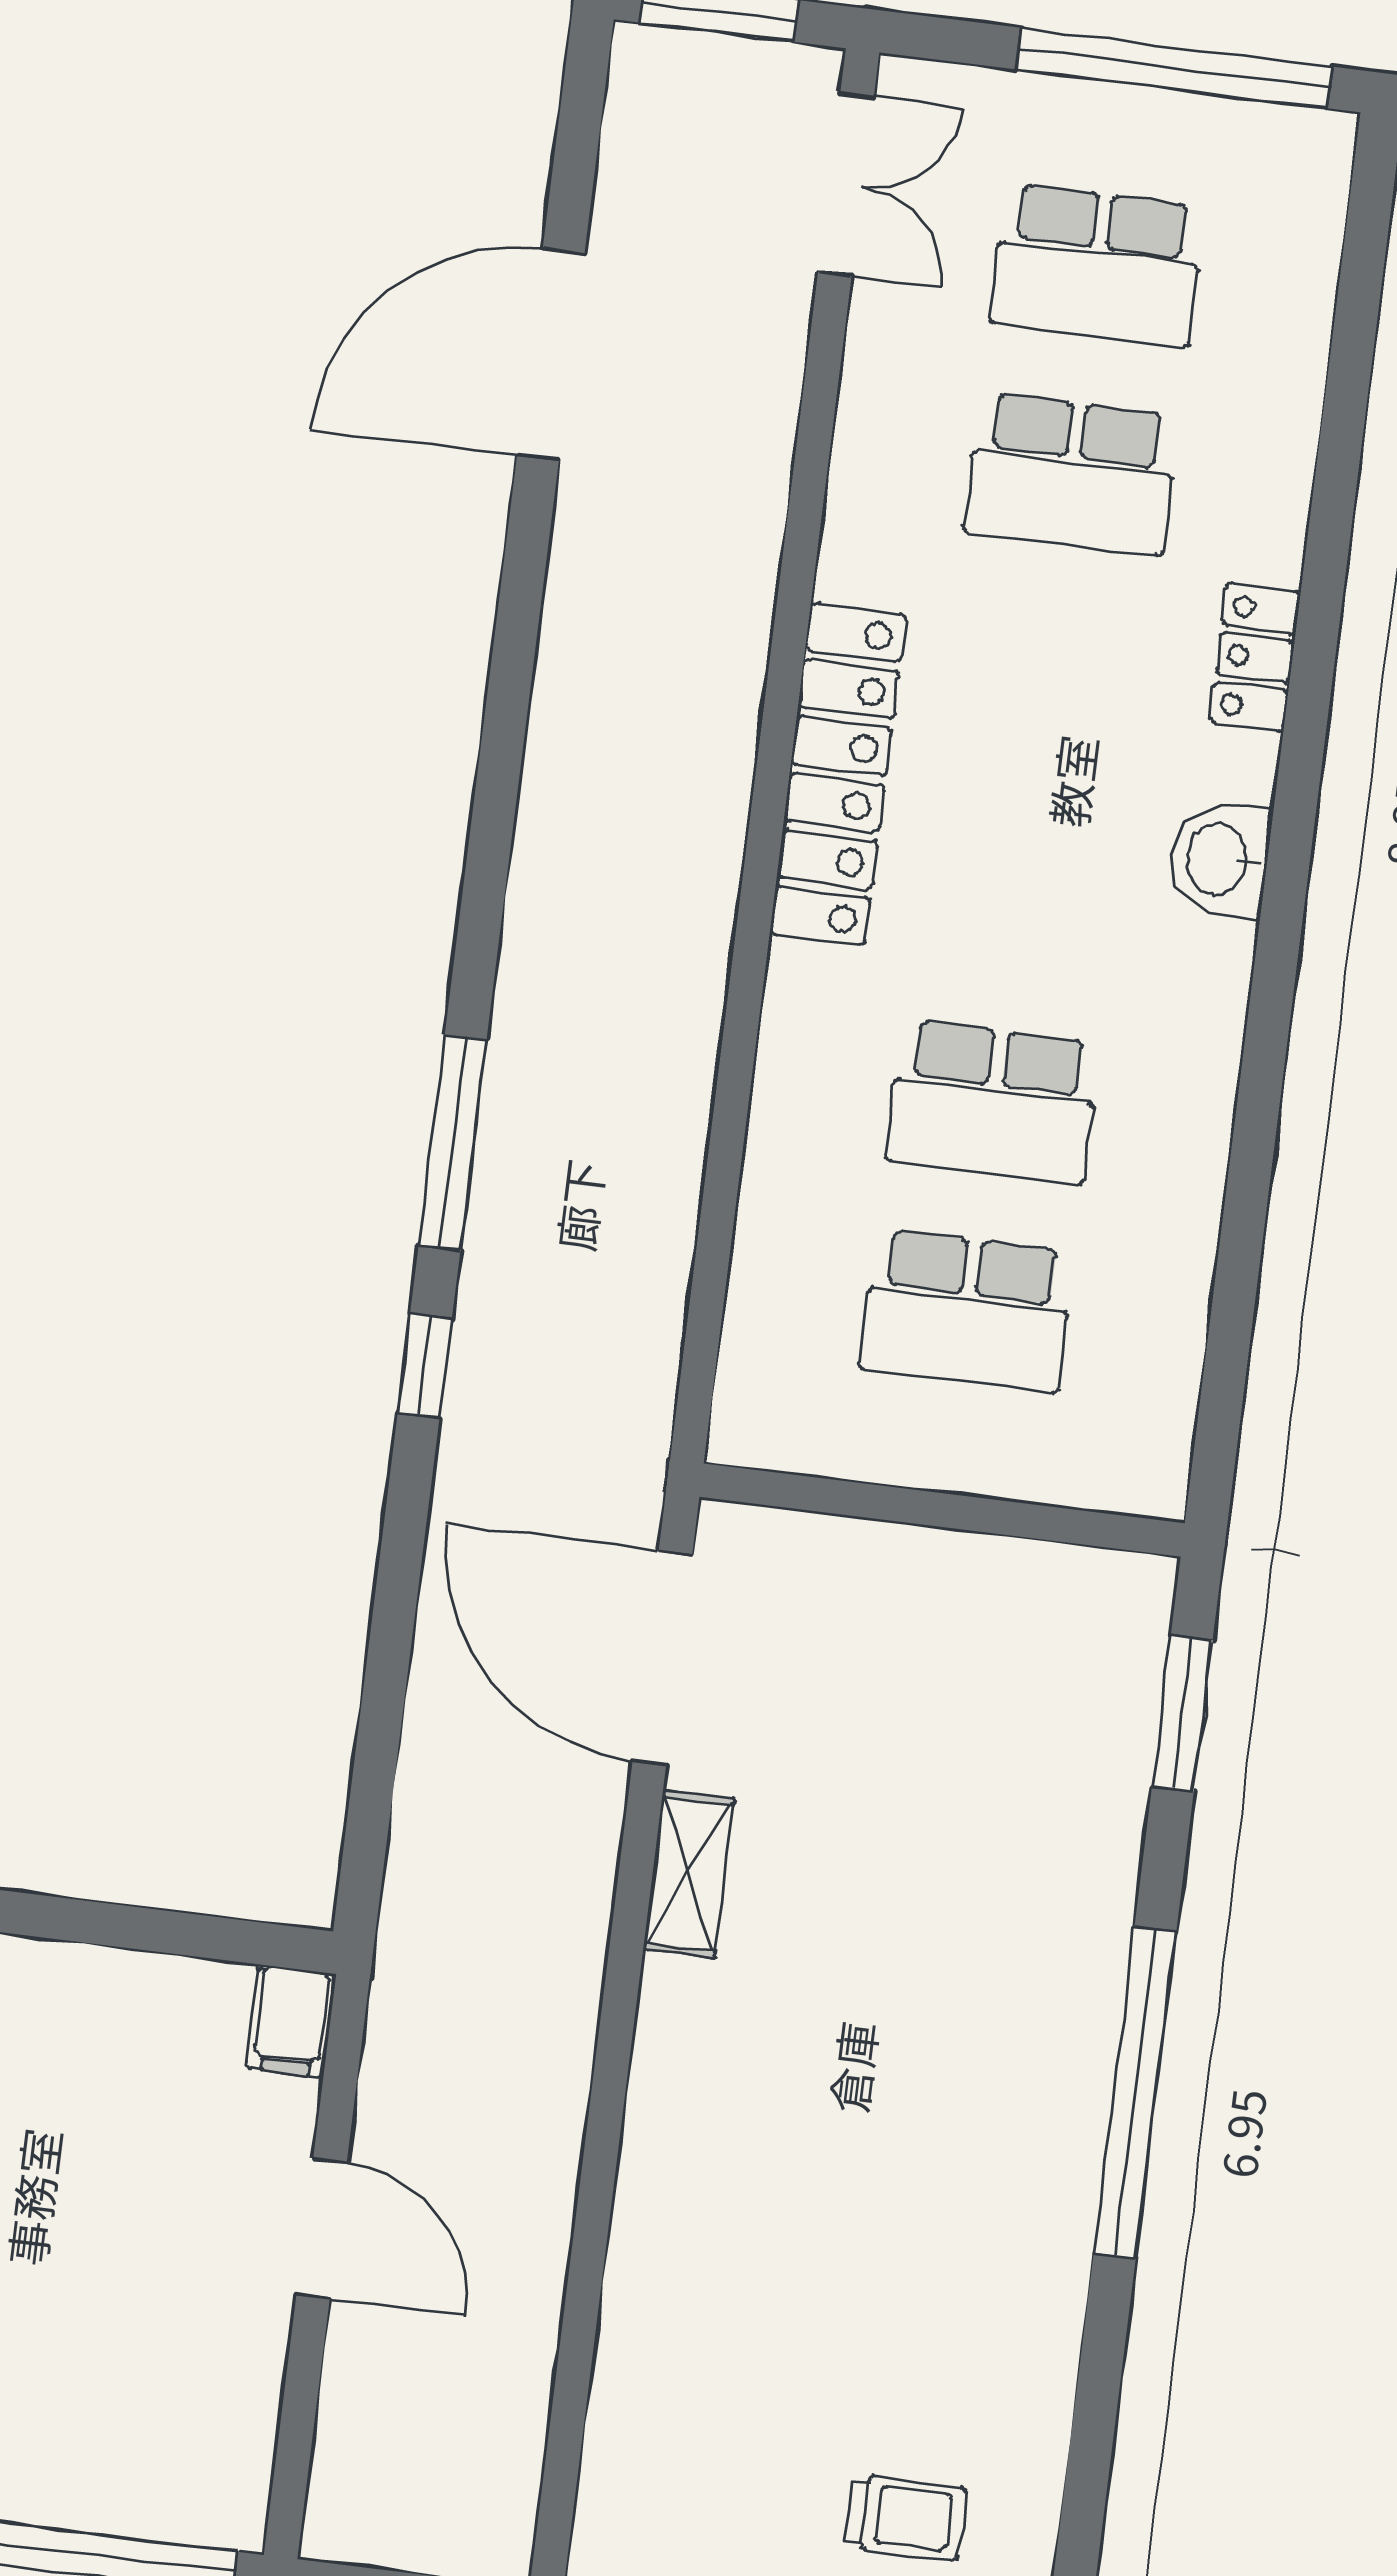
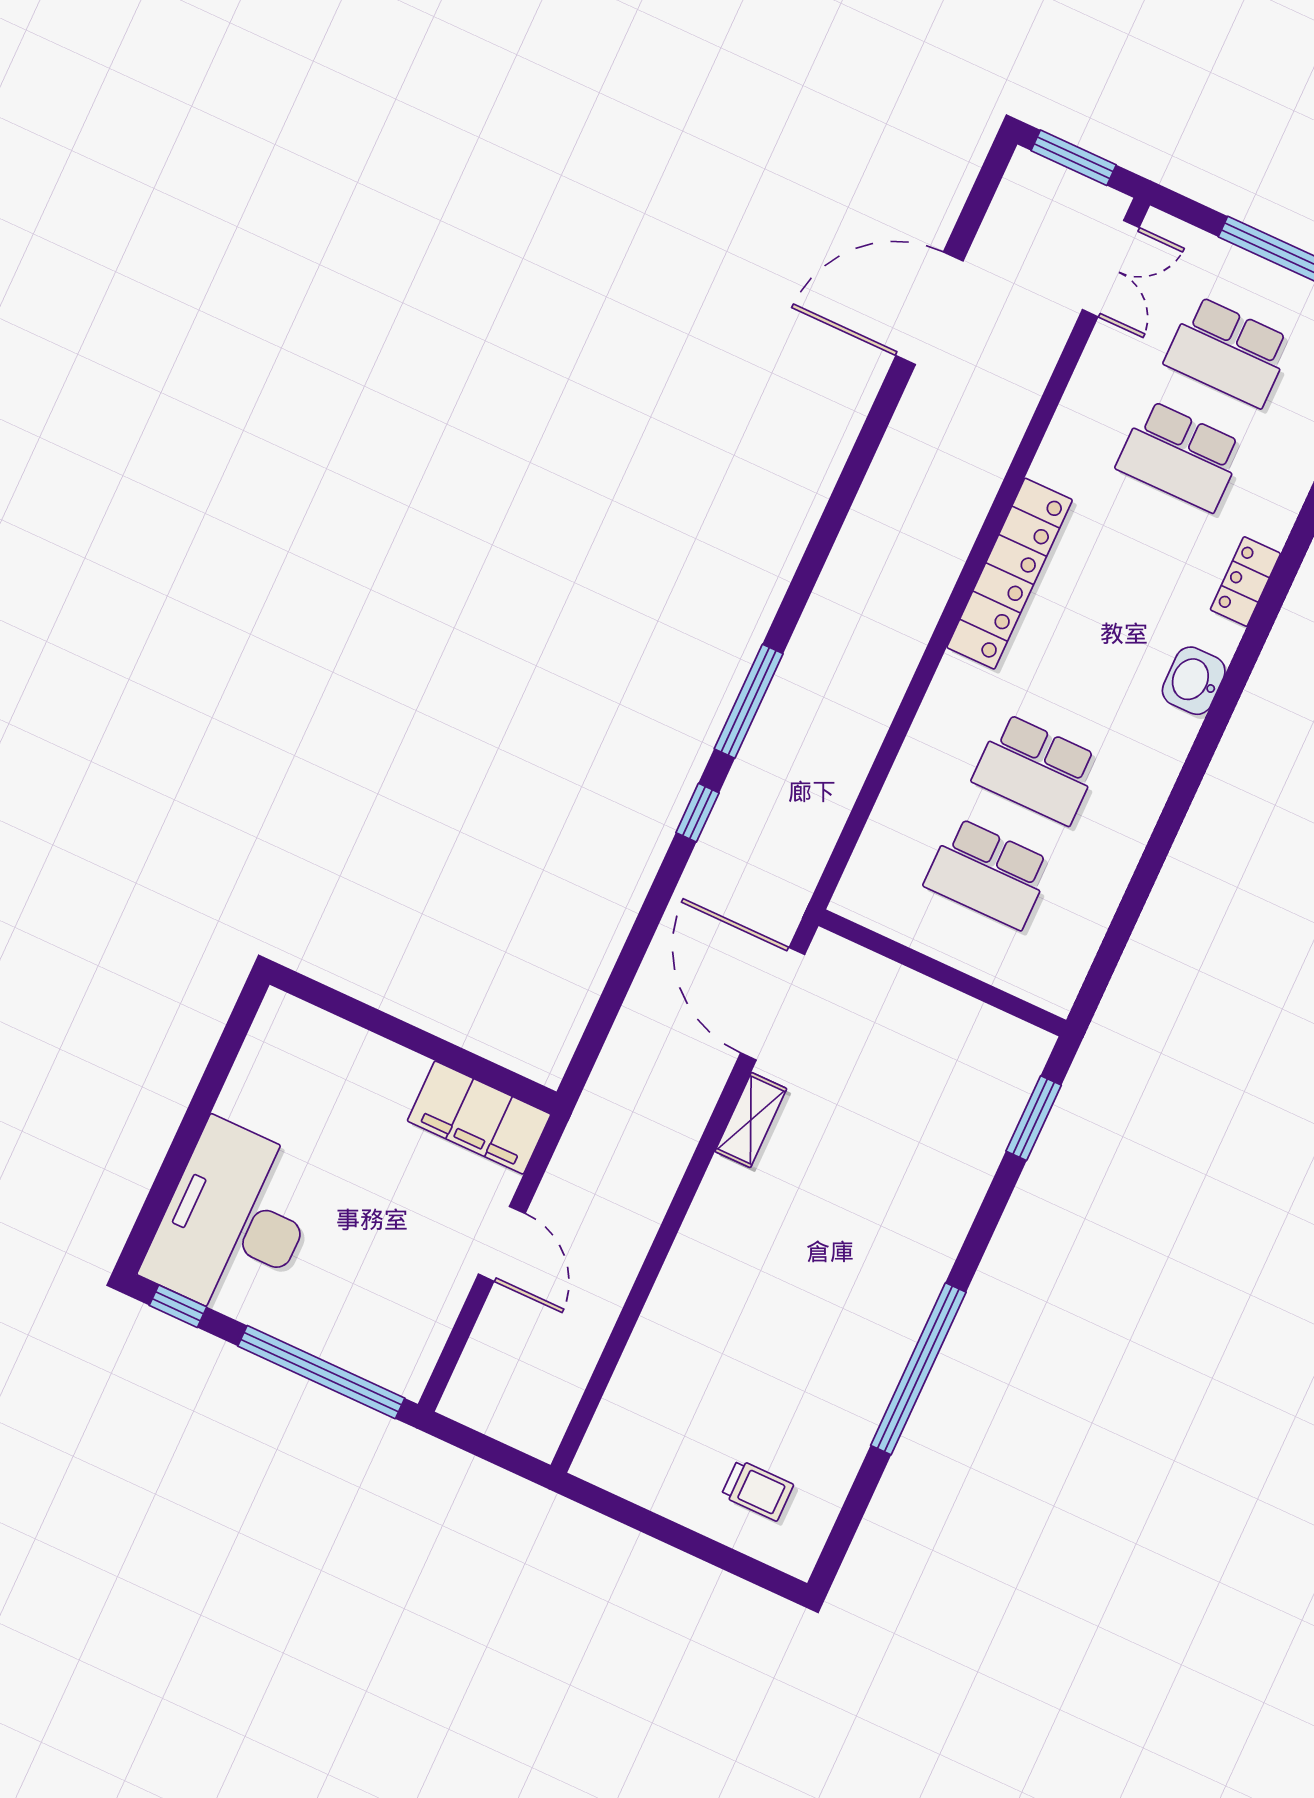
filing cabinet: (291, 2021) -> (479, 1118), width x3.00, depth x1.17
window: (1135, 2092) -> (918, 1369), moved

